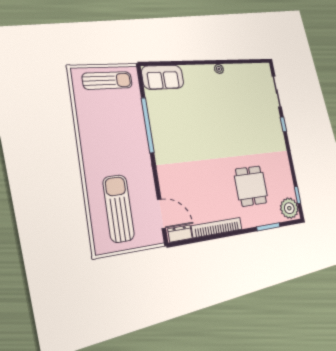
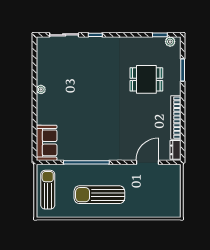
sun lounger: (119, 208) -> (99, 195), moved
plant: (289, 208) -> (170, 42), width x0.53, depth x0.53
door: (162, 214) -> (147, 162), moved

